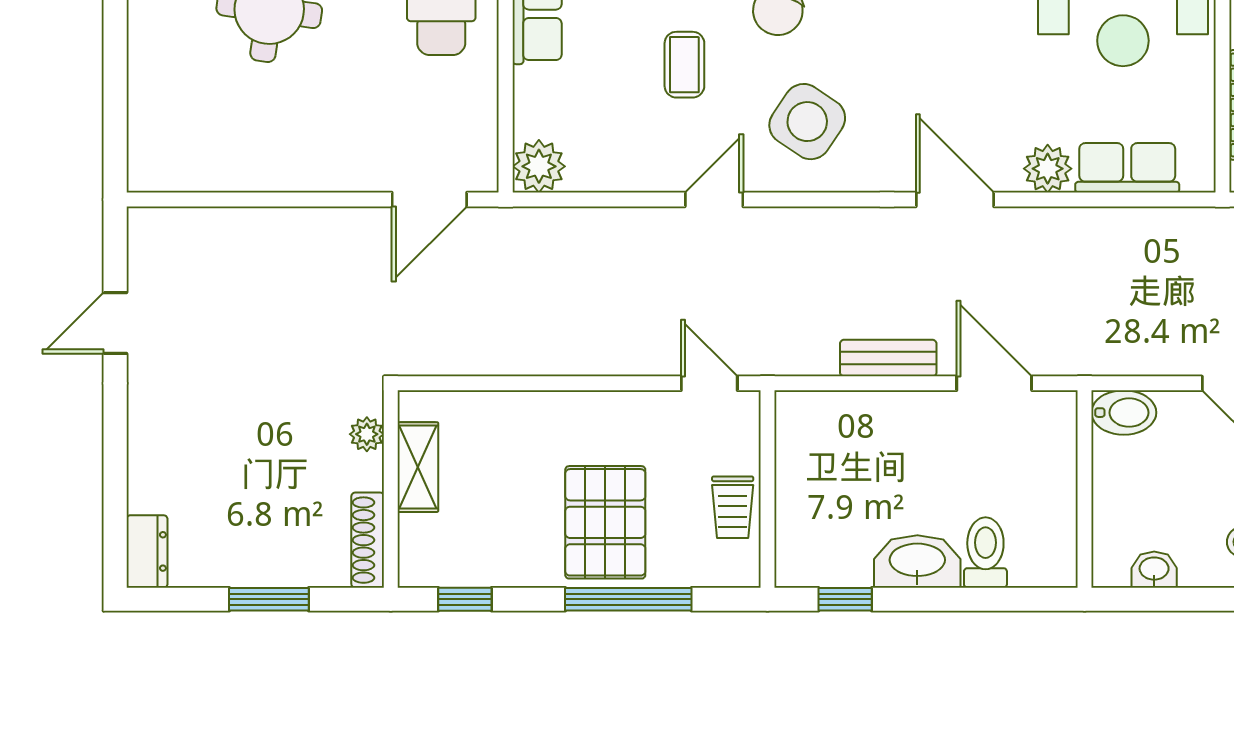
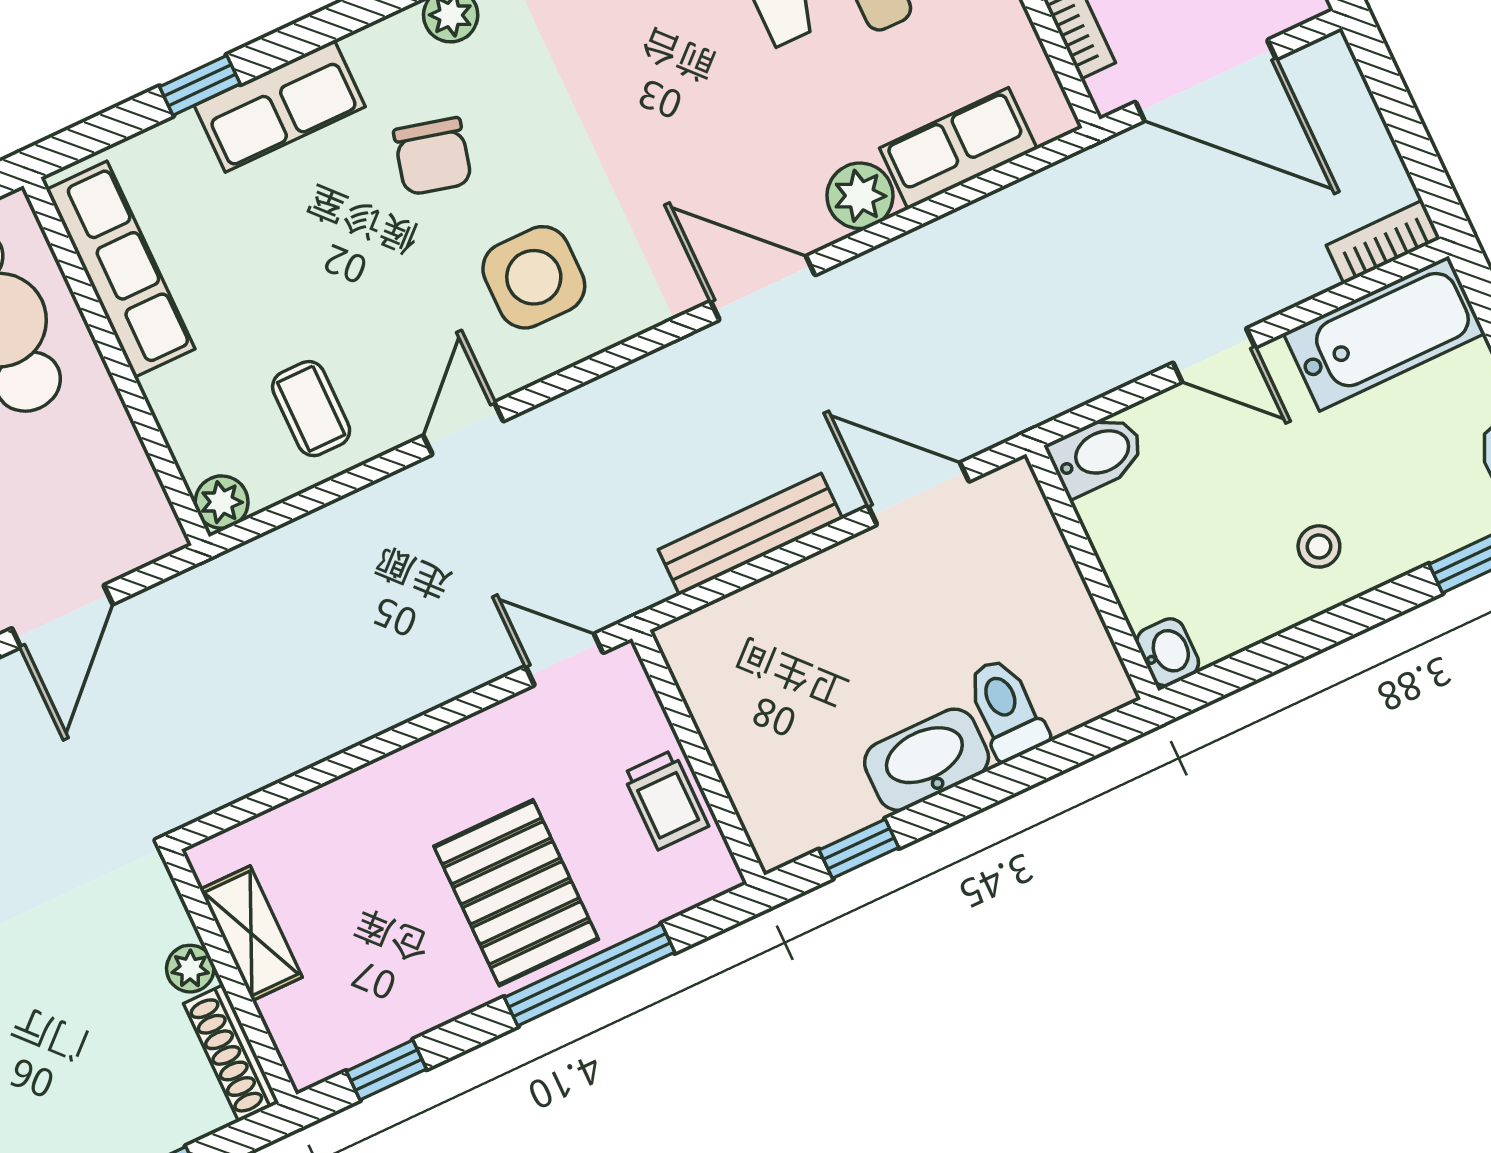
coffee table: (684, 65) -> (311, 409), moved
side table: (807, 122) -> (534, 277), turned -34
plant: (539, 166) -> (222, 502), width x0.73, depth x0.73
door: (429, 200) -> (62, 616), moved
bench: (888, 358) -> (750, 534), width x1.36
plant: (367, 434) -> (190, 969), moved
washbasin: (1154, 570) -> (1168, 652), moved, turned 90

